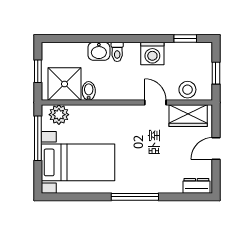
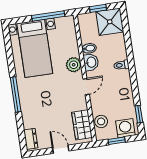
washbasin: (99, 51) -> (91, 62), moved, turned 180
washing machine: (152, 53) -> (125, 128), moved, turned 90
shower: (65, 84) -> (110, 22), moved
door: (155, 102) -> (86, 87), moved
plant: (59, 115) -> (74, 65), moved

